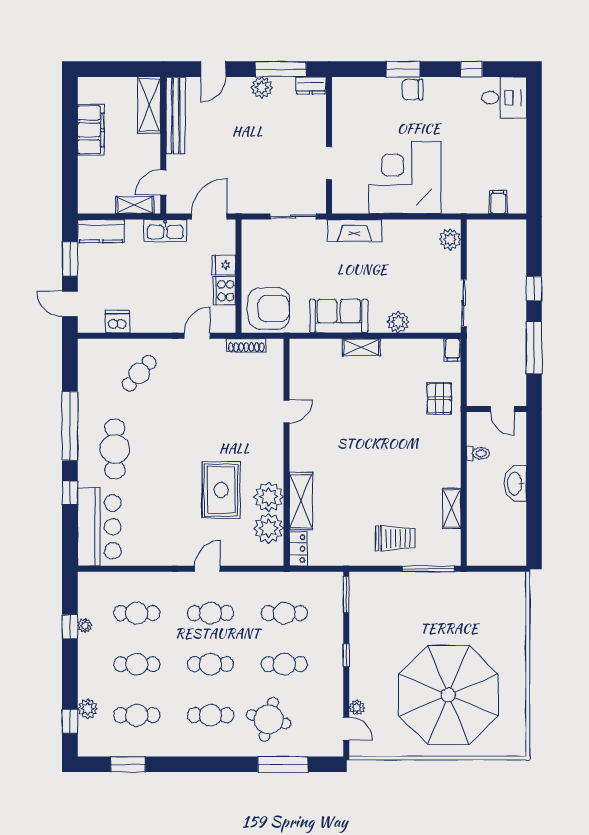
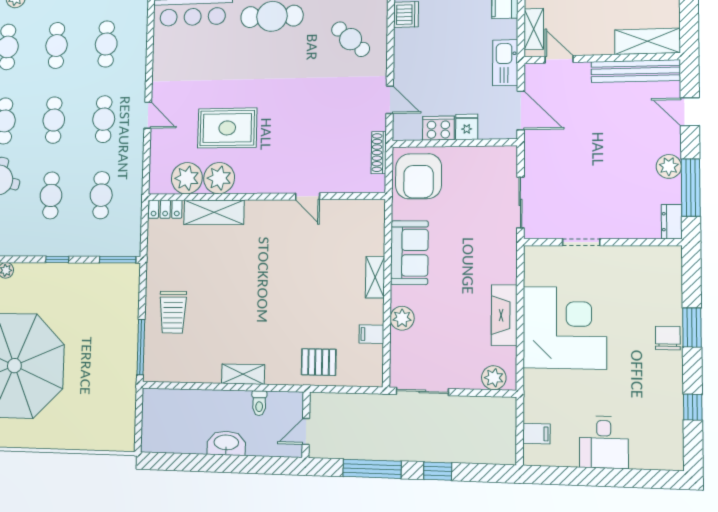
desk: (504, 98) -> (604, 442), moved
fireplace: (355, 231) -> (504, 315), moved
filing cabinet: (452, 350) -> (371, 334), moved
shelving: (452, 509) -> (243, 374), moved

